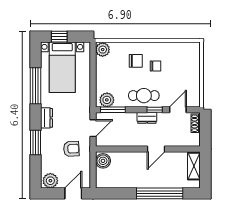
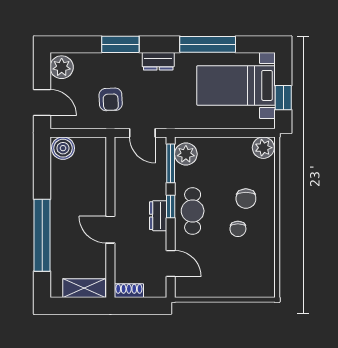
window: (59, 37) -> (283, 98), moved
window: (155, 110) -> (171, 206), moved
shoe rack: (196, 123) -> (129, 291), moved
boiler: (103, 161) -> (63, 148), moved

